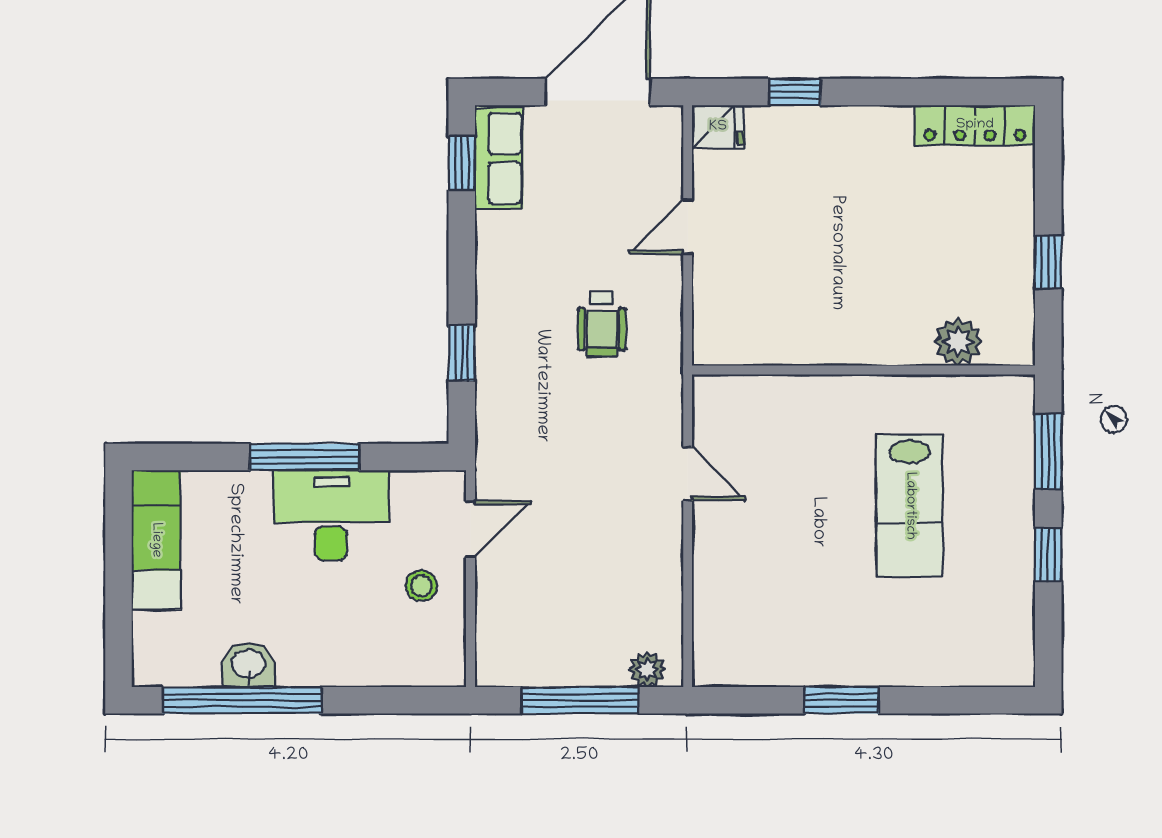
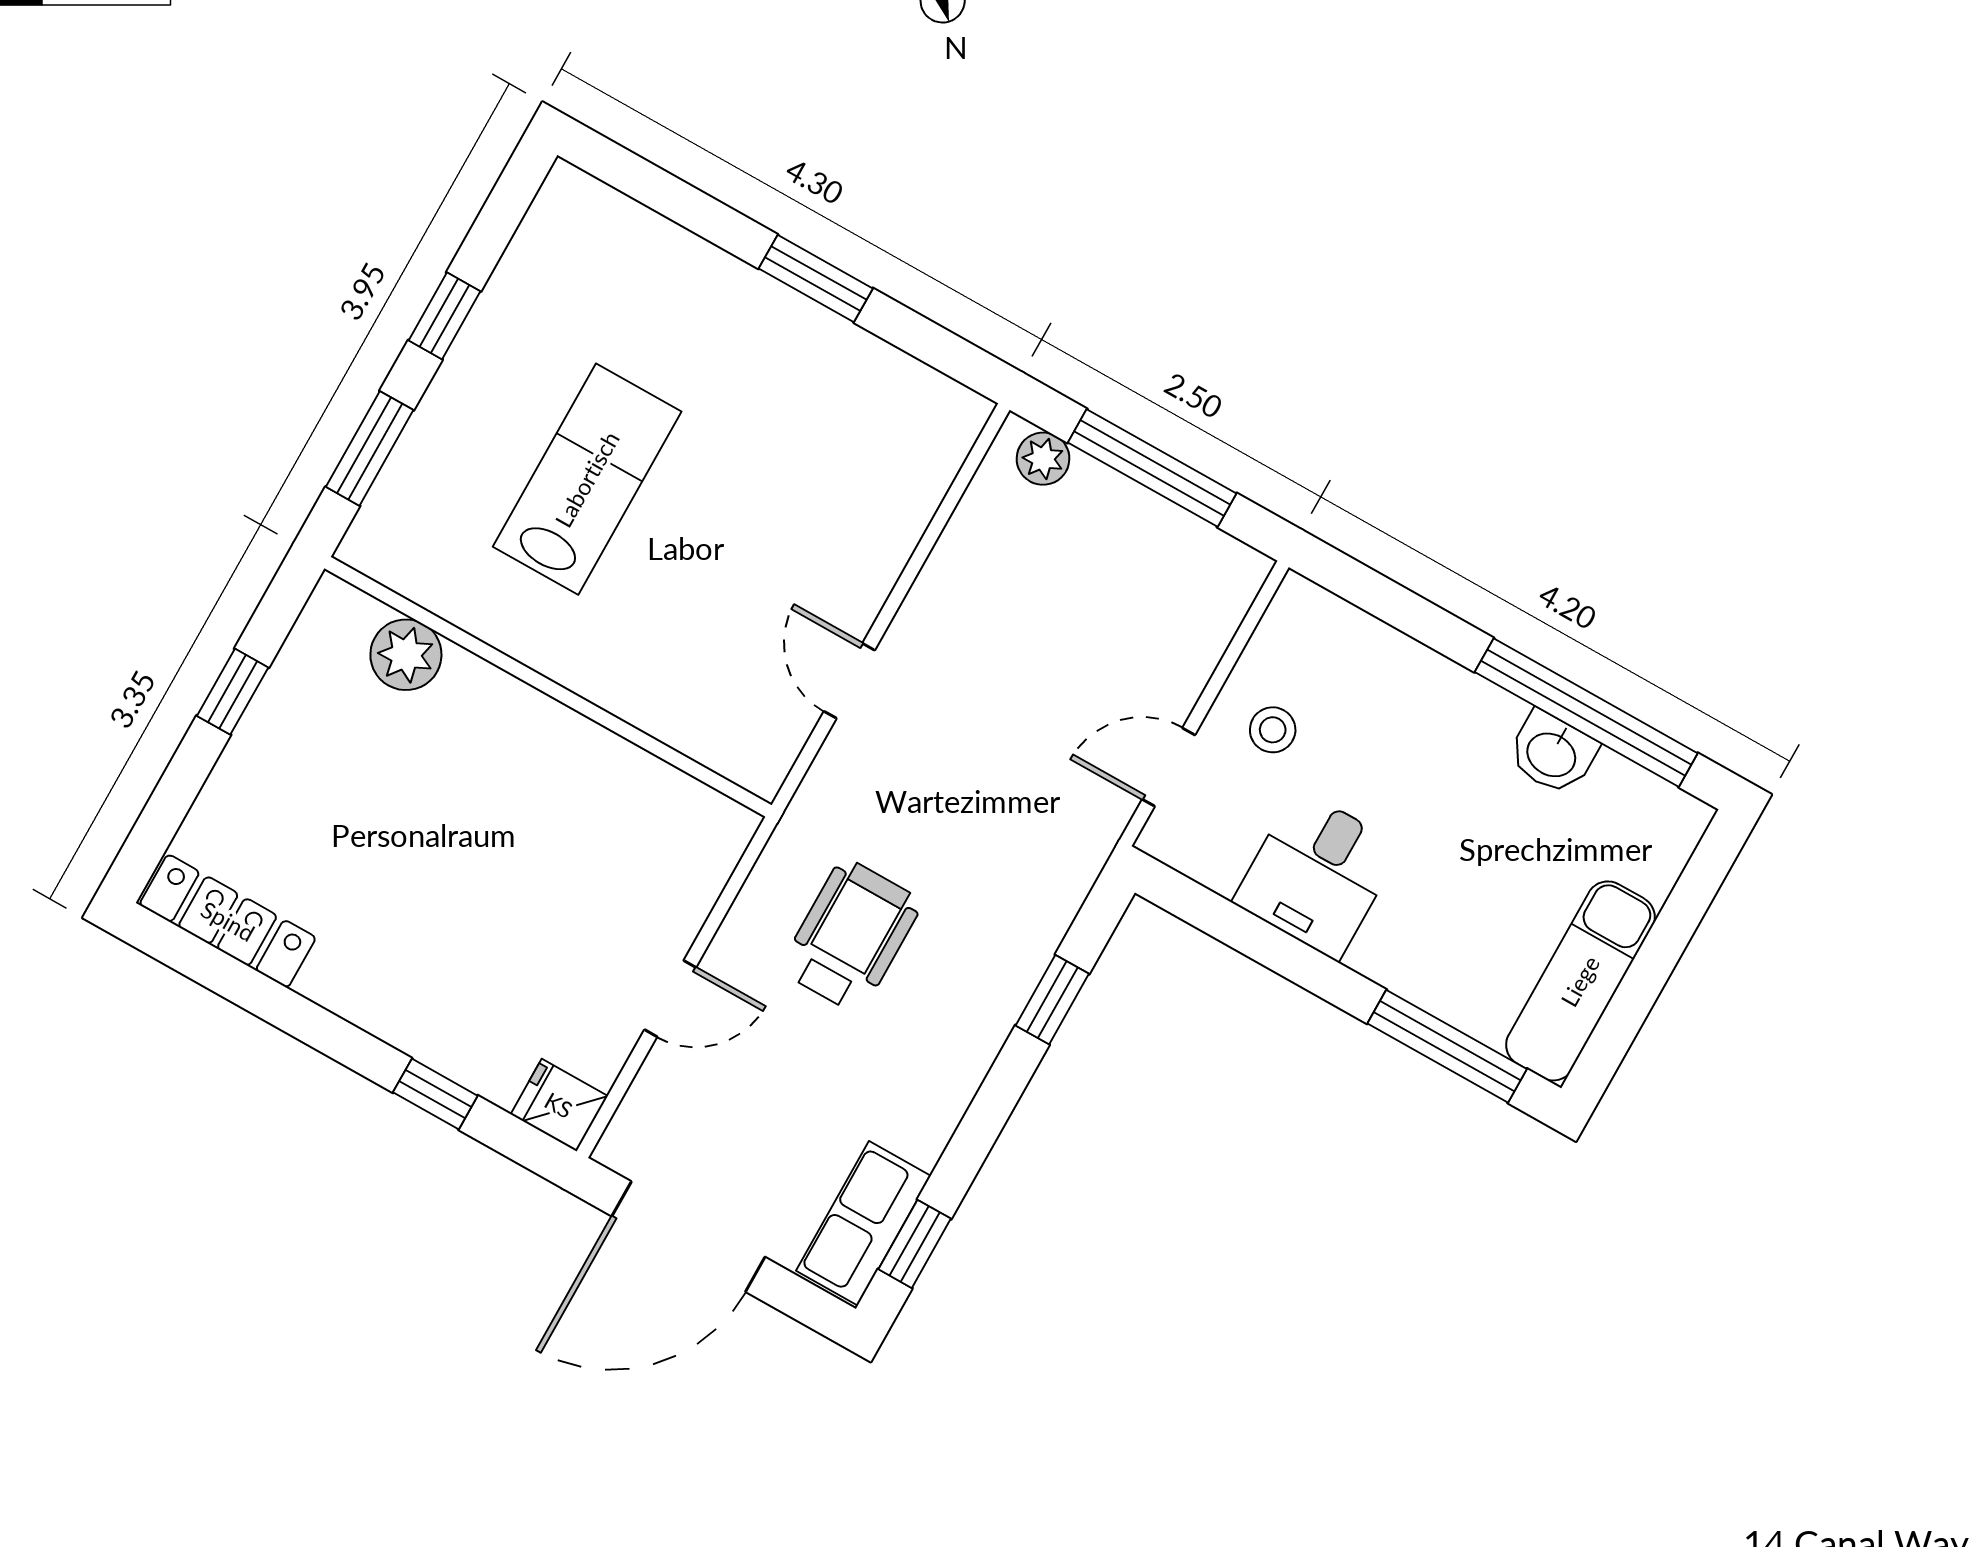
wheelchair: (602, 324) -> (851, 936), width x1.36, depth x1.37
window: (305, 457) -> (1447, 1046), moved
desk: (331, 515) -> (1317, 874), width x0.73

